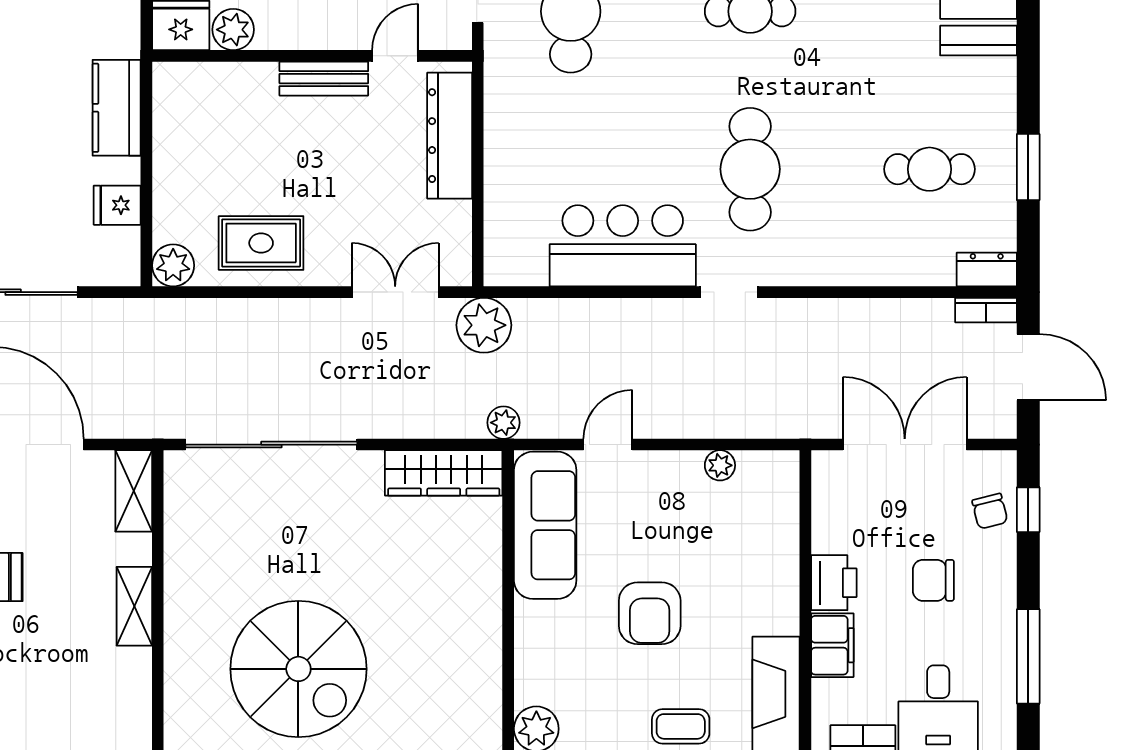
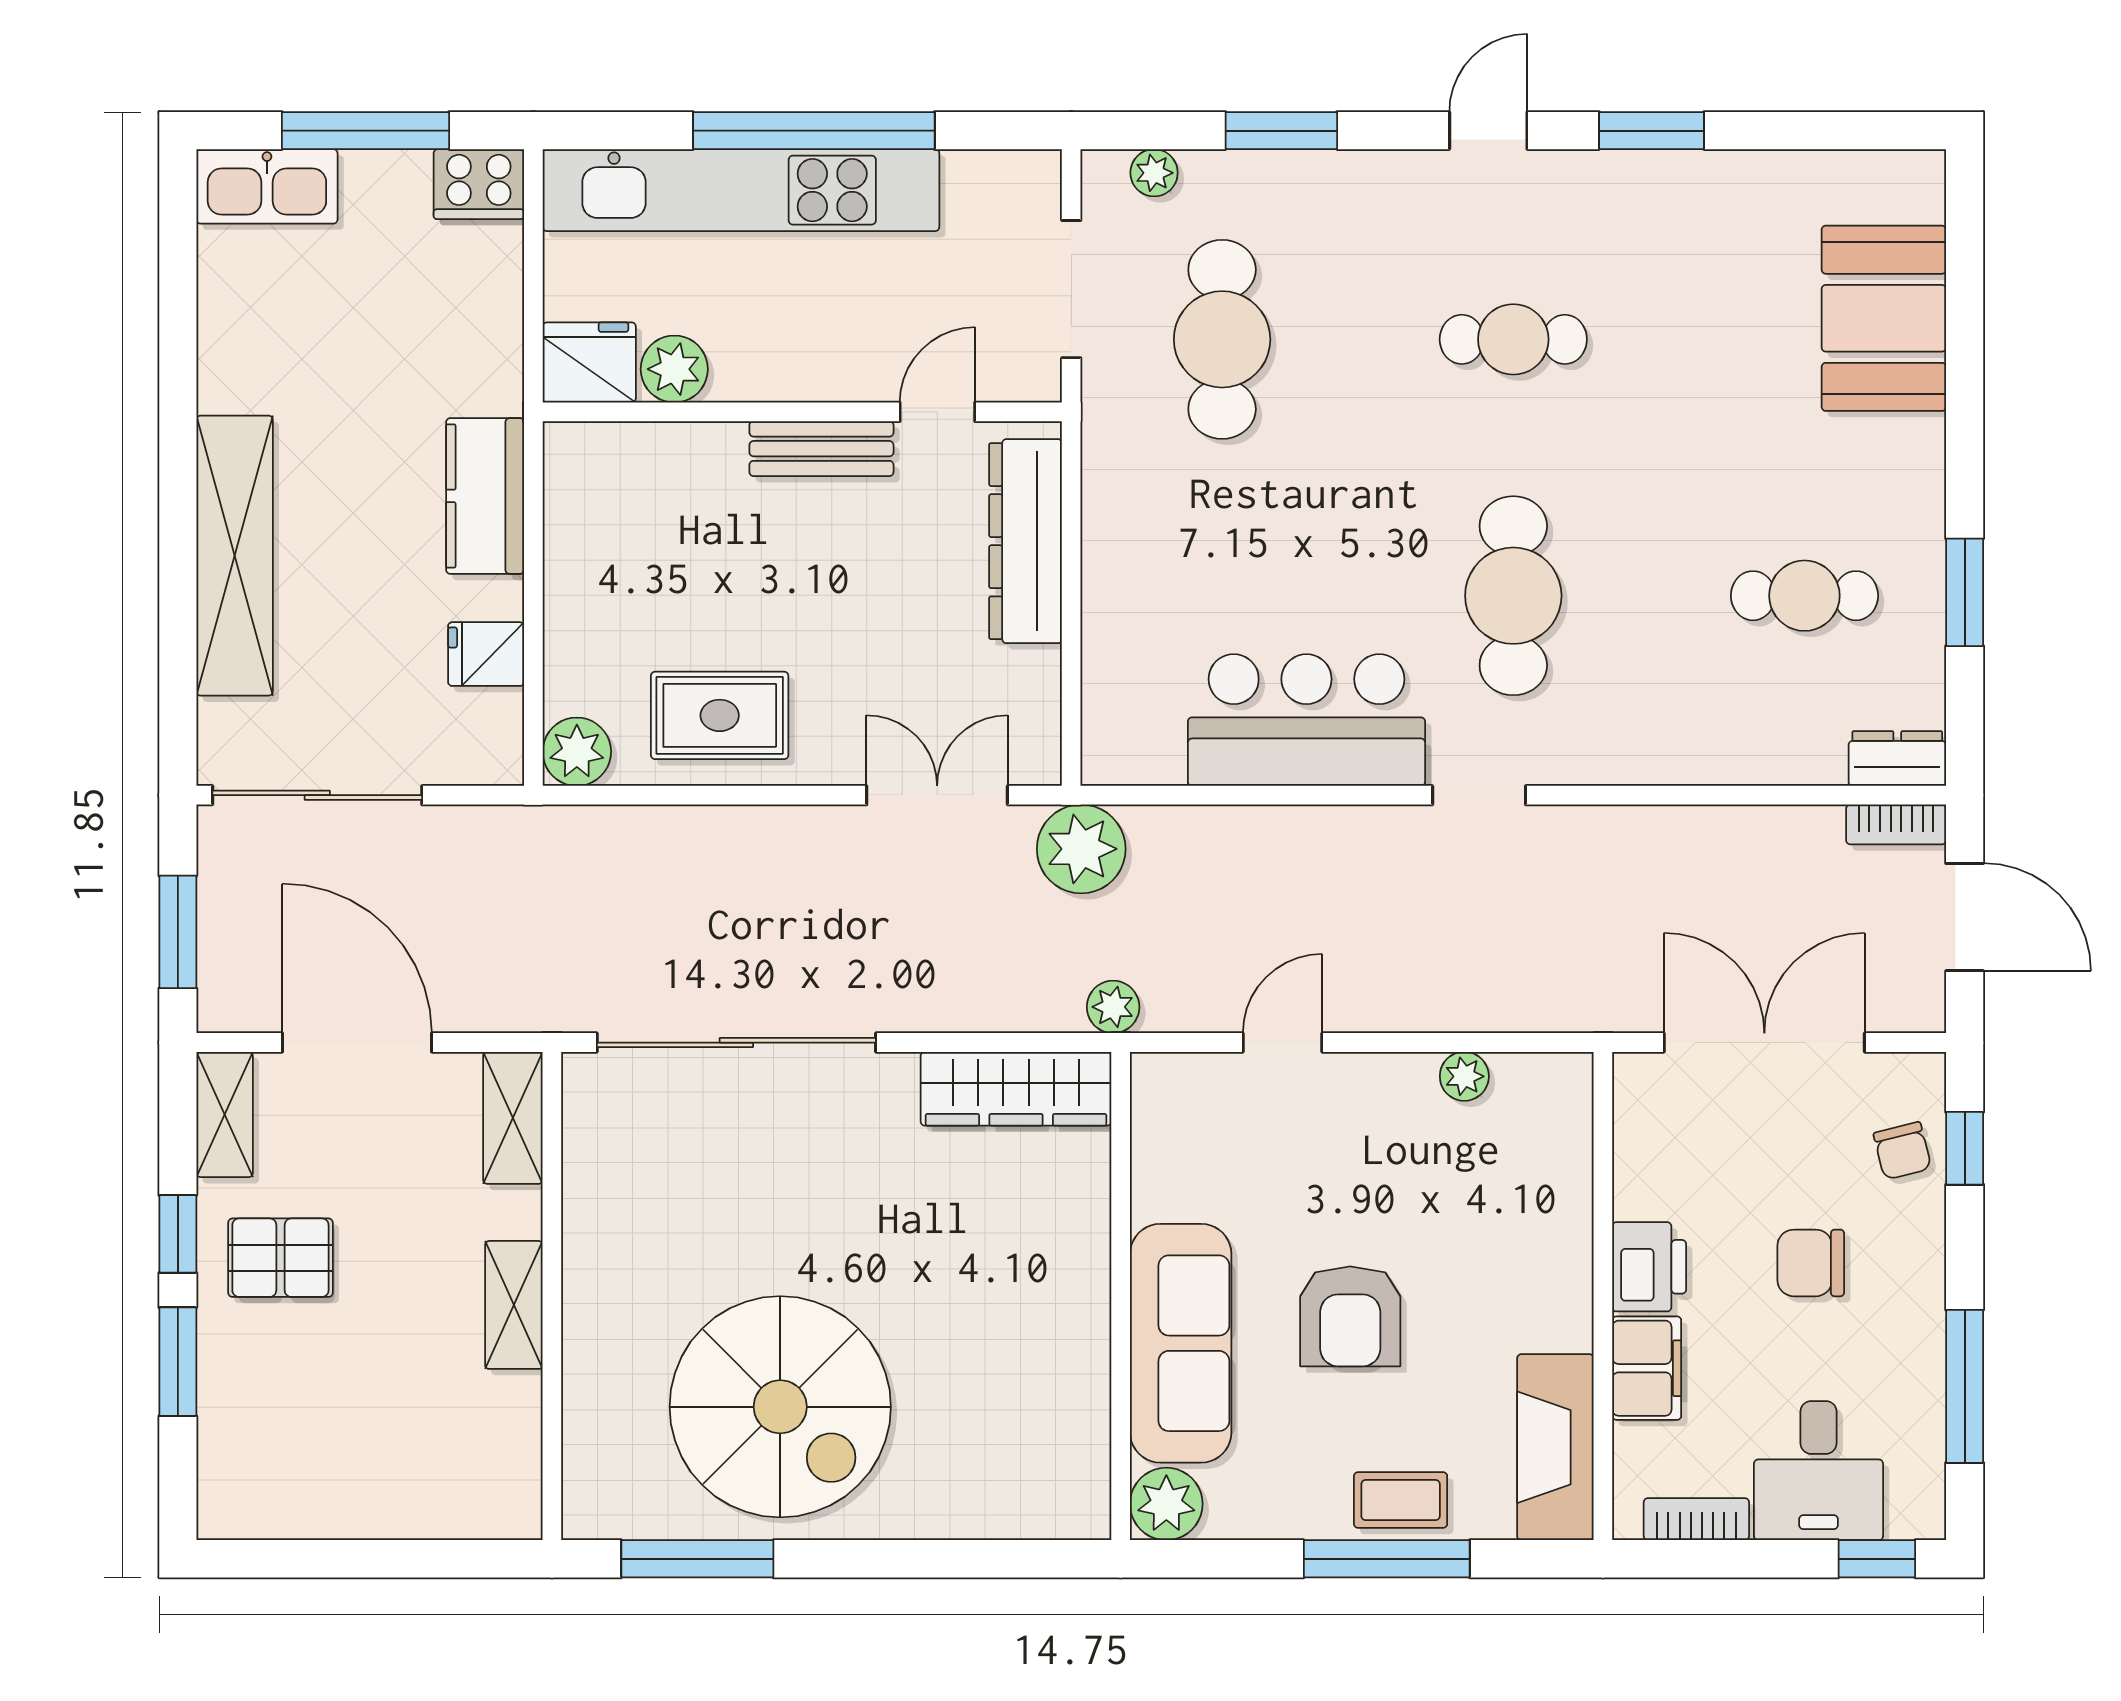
sofa: (545, 525) -> (1181, 1343), moved

